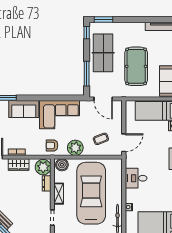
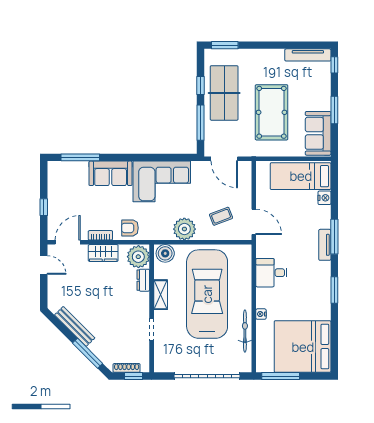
window: (87, 33) -> (201, 86), moved
door: (124, 143) -> (254, 222), hinge flipped
armchair: (52, 145) -> (130, 228), moved

